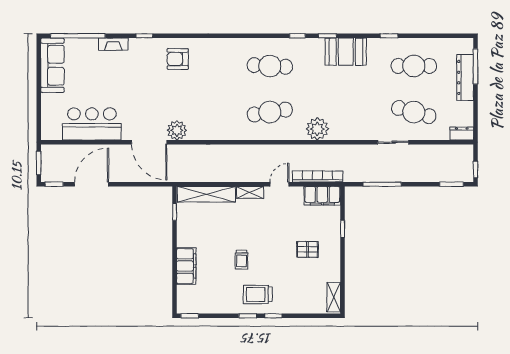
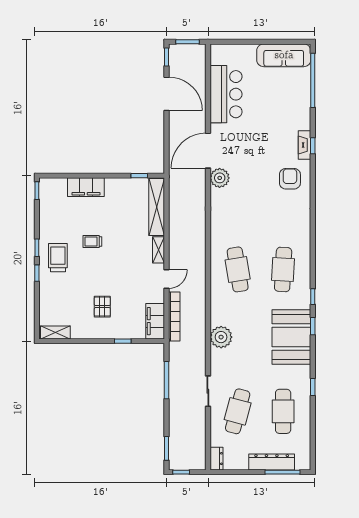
fireplace: (113, 44) -> (305, 145), moved
booth: (346, 52) -> (291, 337), width x1.36, depth x1.42
plant: (317, 129) -> (221, 337), moved
door: (279, 184) -> (167, 279), hinge flipped

